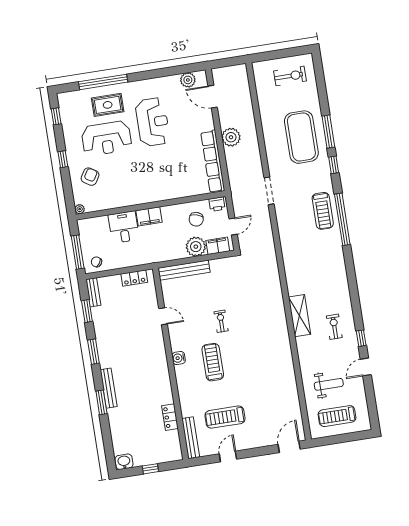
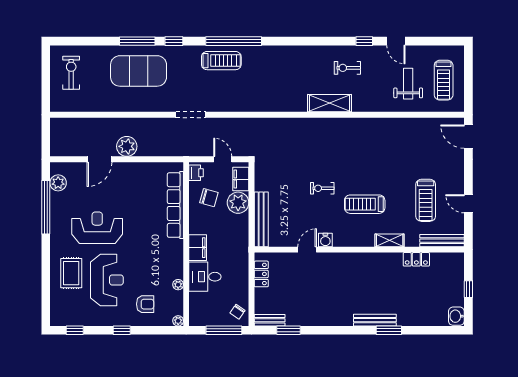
window: (103, 82) -> (46, 207), moved
door: (213, 97) -> (100, 159), moved
row of seats: (213, 161) -> (175, 205), moved, turned 90
armchair: (90, 177) -> (145, 304), turned 148
plant: (113, 204) -> (178, 285), added
window: (93, 352) -> (333, 330), removed
water cooler: (179, 358) -> (325, 240), moved
shelving: (183, 390) -> (390, 240), added

